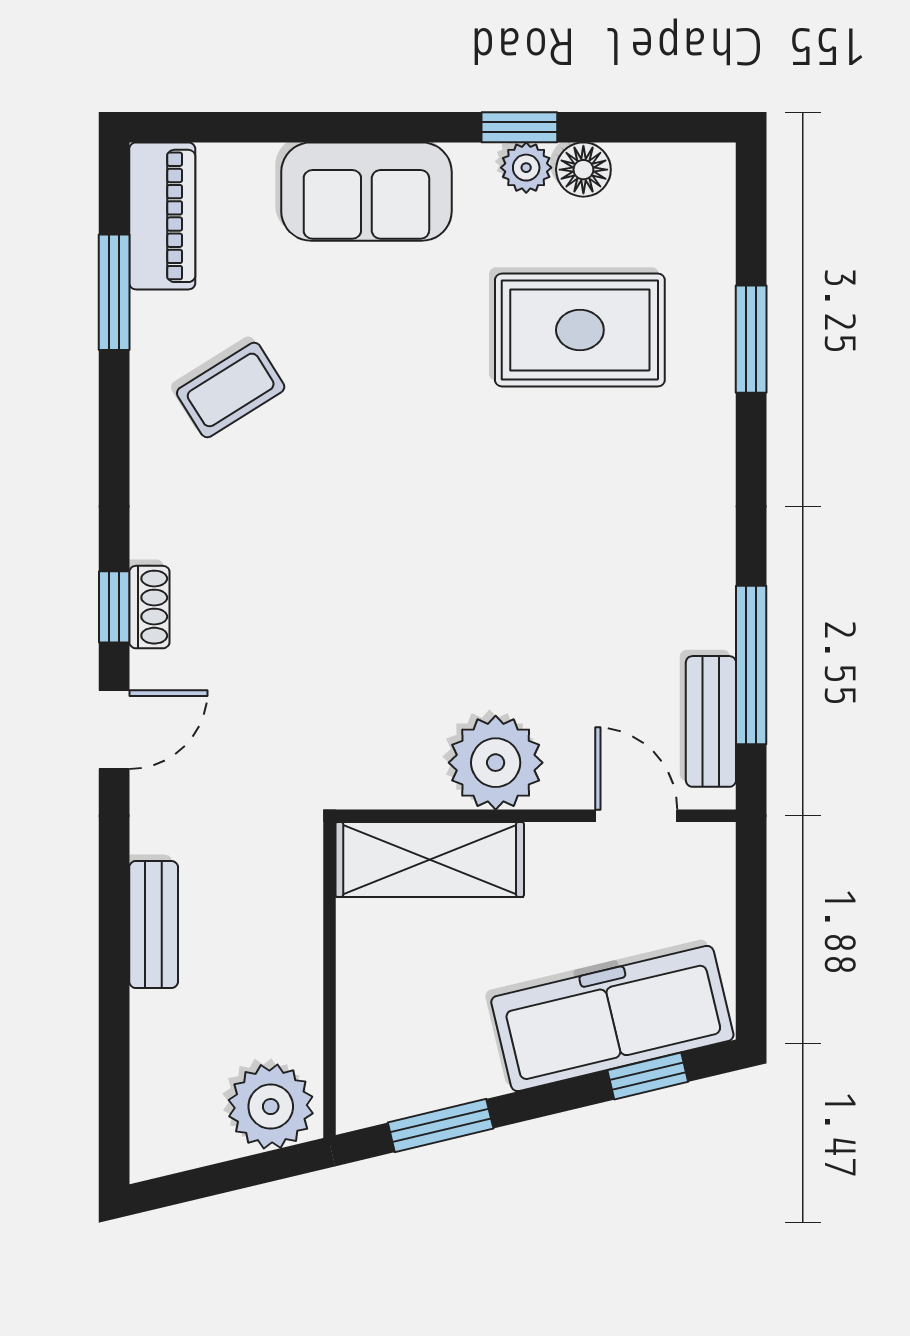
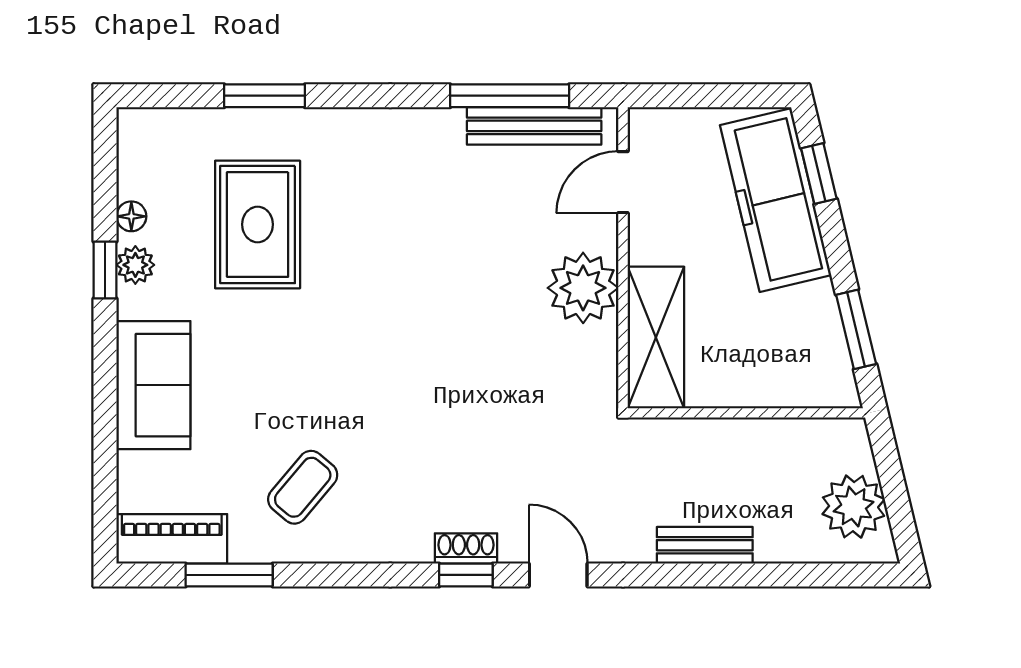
floor lamp: (583, 170) -> (131, 216), width x0.73, depth x0.73
coffee table: (231, 390) -> (303, 487), turned 72
bench: (711, 721) -> (534, 126), width x1.36
plant: (271, 1107) -> (854, 507), moved

